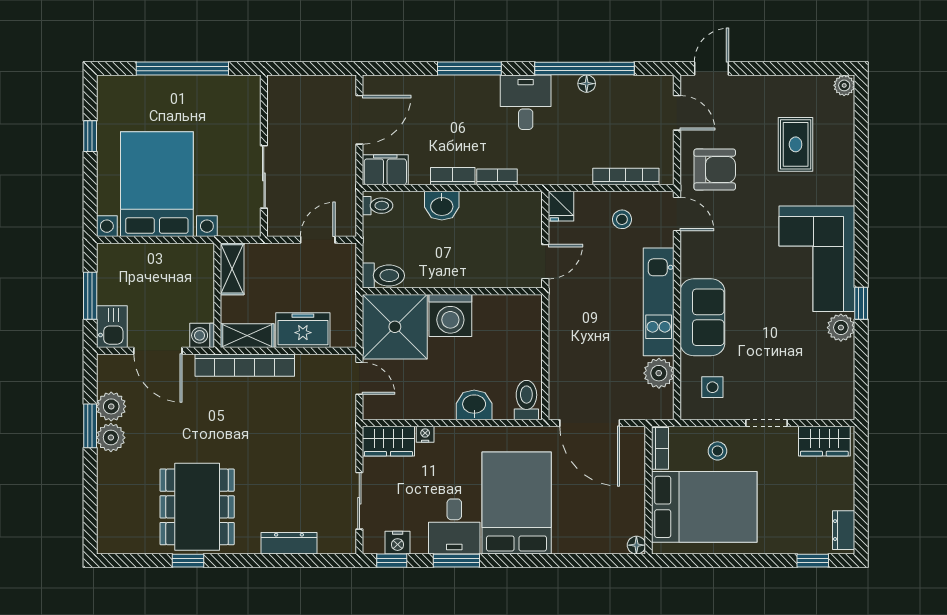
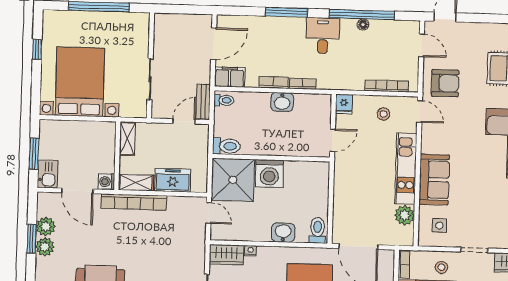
washbasin: (442, 206) -> (282, 102), moved
bench: (346, 208) -> (203, 101), added

